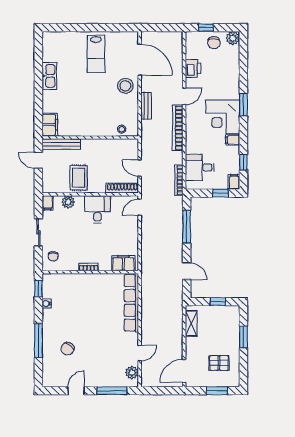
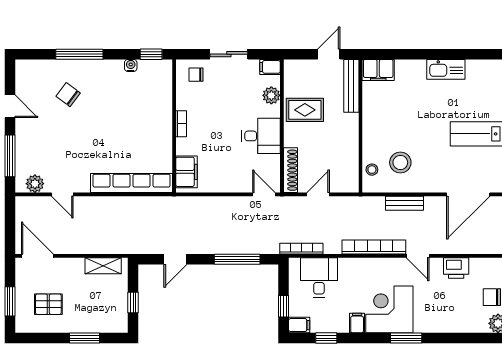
stool: (125, 86) -> (400, 162), moved
pallet: (219, 363) -> (48, 304), turned 90

